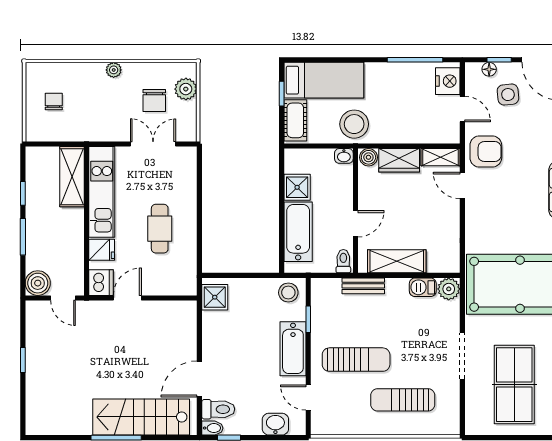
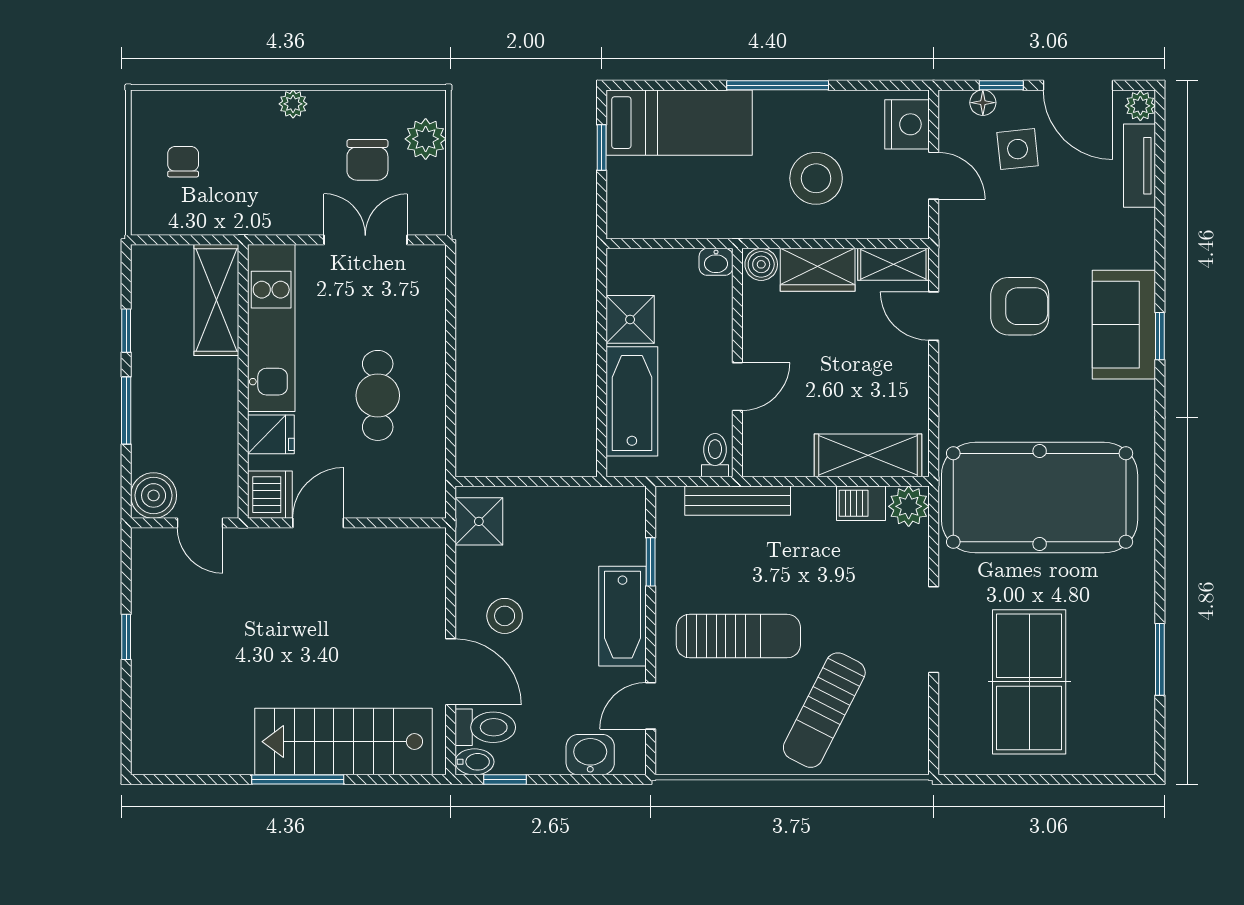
window: (415, 60) -> (778, 85), moved
cot: (295, 120) -> (627, 197), removed
stool: (354, 124) -> (816, 178), moved
armchair: (486, 152) -> (1020, 306), moved
shelving: (397, 261) -> (868, 455), moved
bench: (363, 286) -> (738, 501), width x1.36
stool: (288, 293) -> (505, 616), moved
door: (199, 379) -> (451, 672), swing flipped
door: (308, 398) -> (651, 706), hinge flipped
sun lounger: (403, 400) -> (824, 710), turned -63

